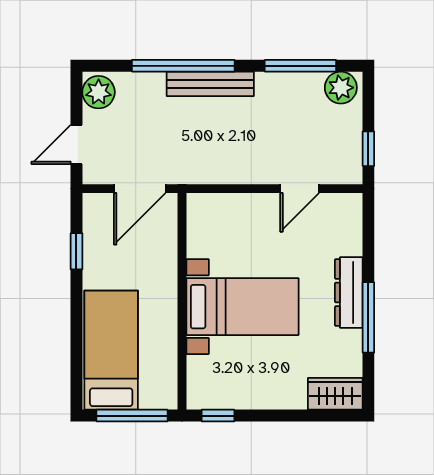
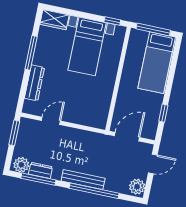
dresser: (300, 84) -> (41, 170), added
window: (368, 149) -> (14, 133), width x1.50
dresser: (349, 293) -> (34, 83), moved
bed with nightstands: (242, 307) -> (87, 46), moved, turned -90

